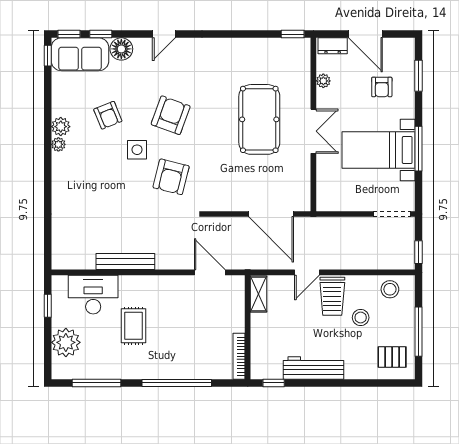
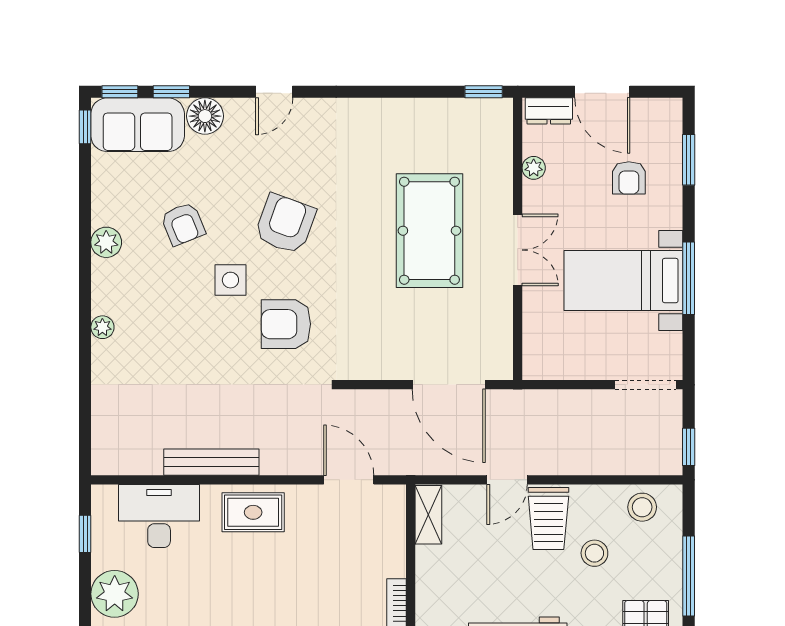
plant: (58, 144) -> (102, 327), moved
armchair: (171, 177) -> (286, 324), turned 76
rug: (133, 326) -> (253, 512), moved, turned 90

